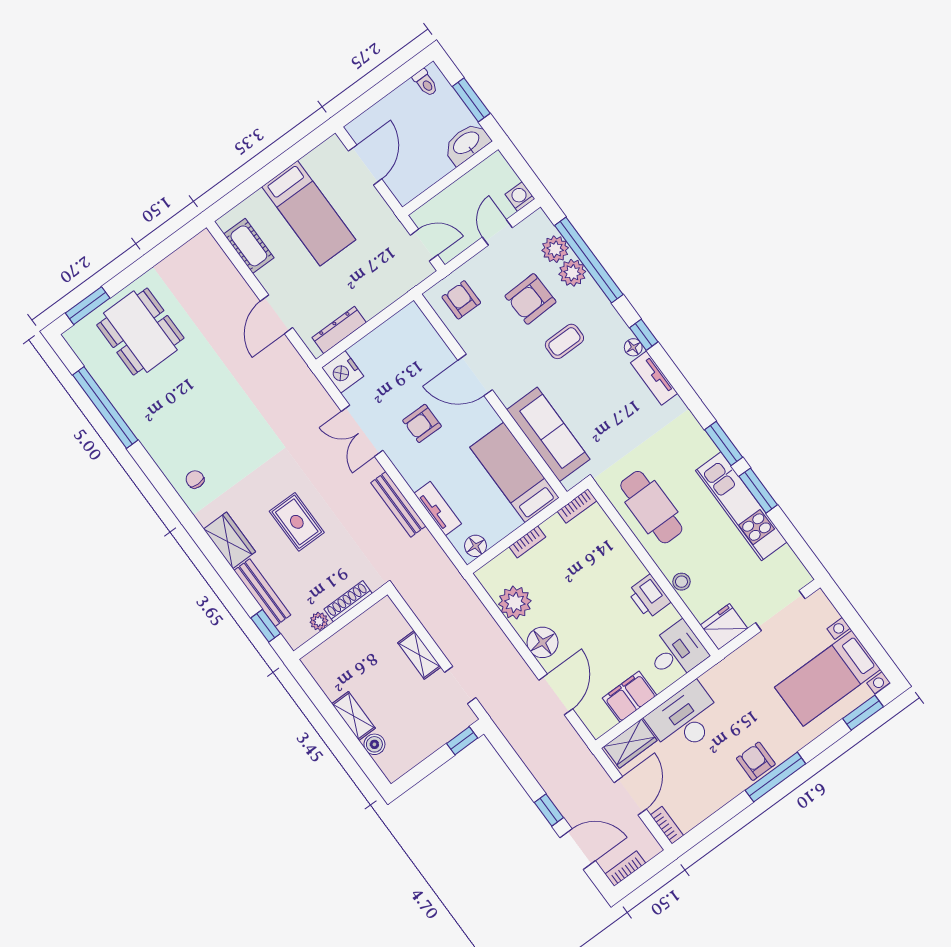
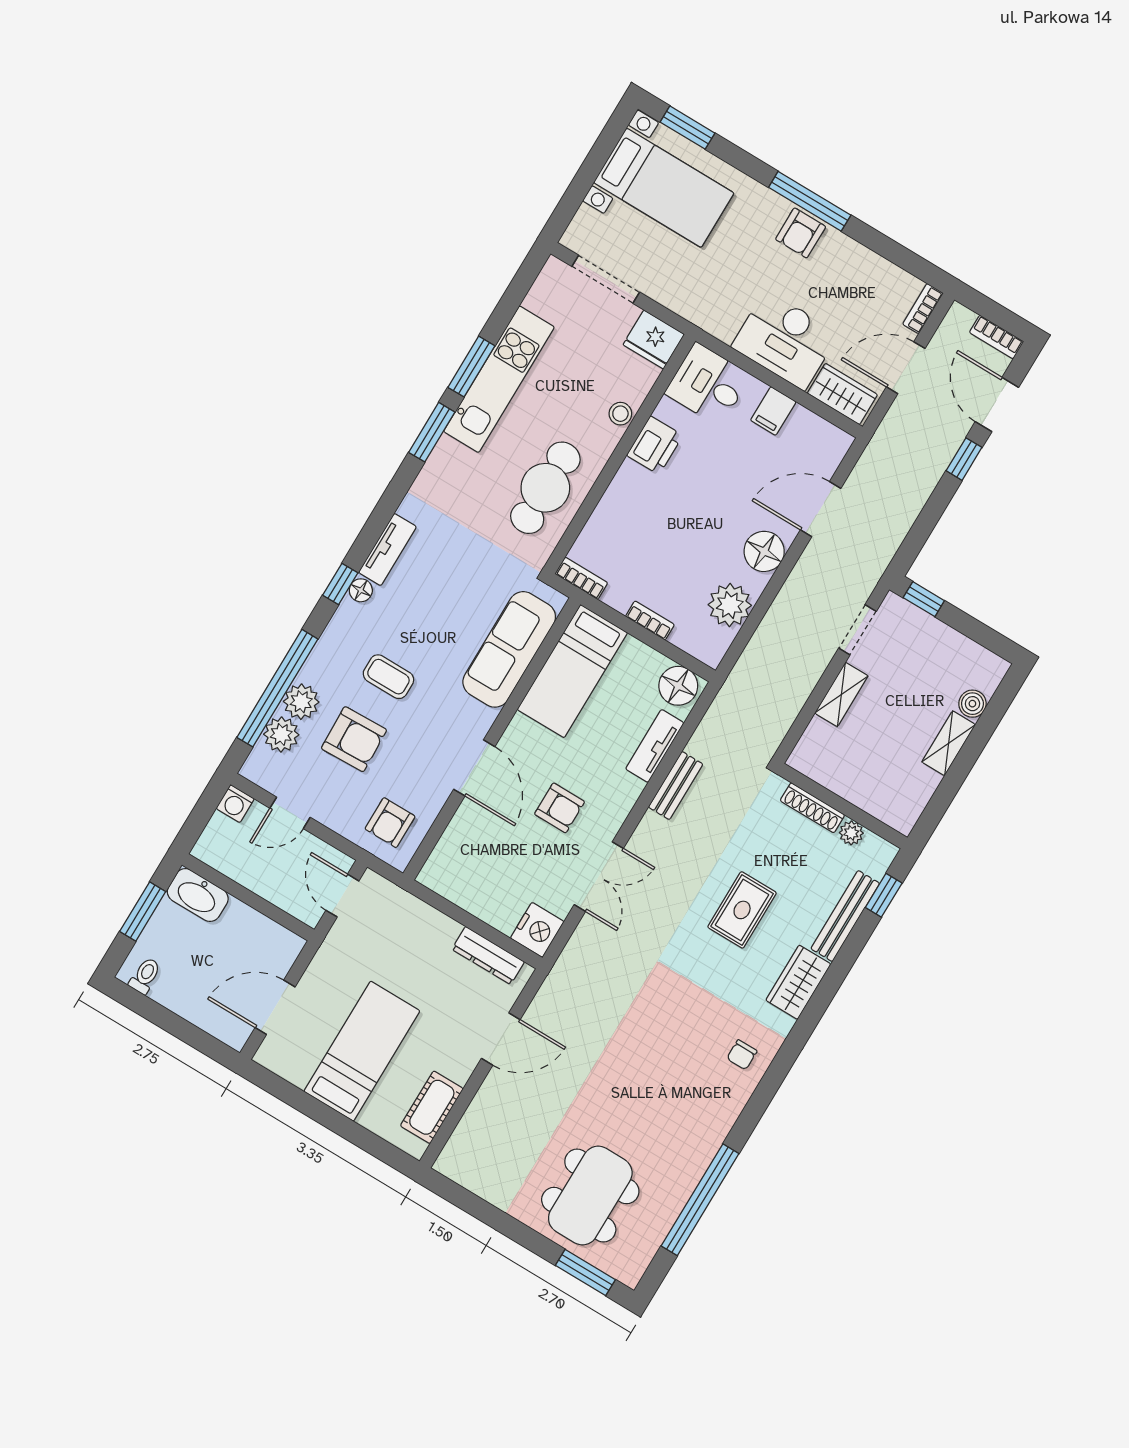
bench: (398, 504) -> (676, 786), width x0.73
floor lamp: (476, 546) -> (678, 686), width x1.38, depth x1.38
filing cabinet: (629, 697) -> (773, 411), width x0.50

